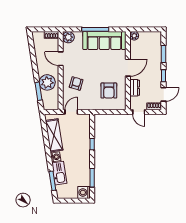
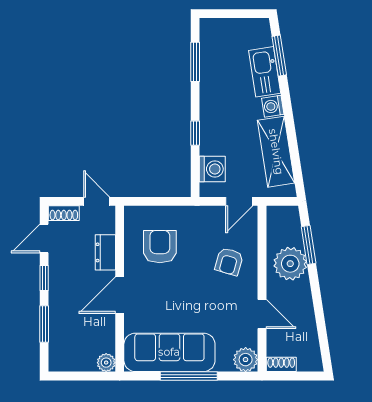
washing machine: (84, 192) -> (212, 169), moved

